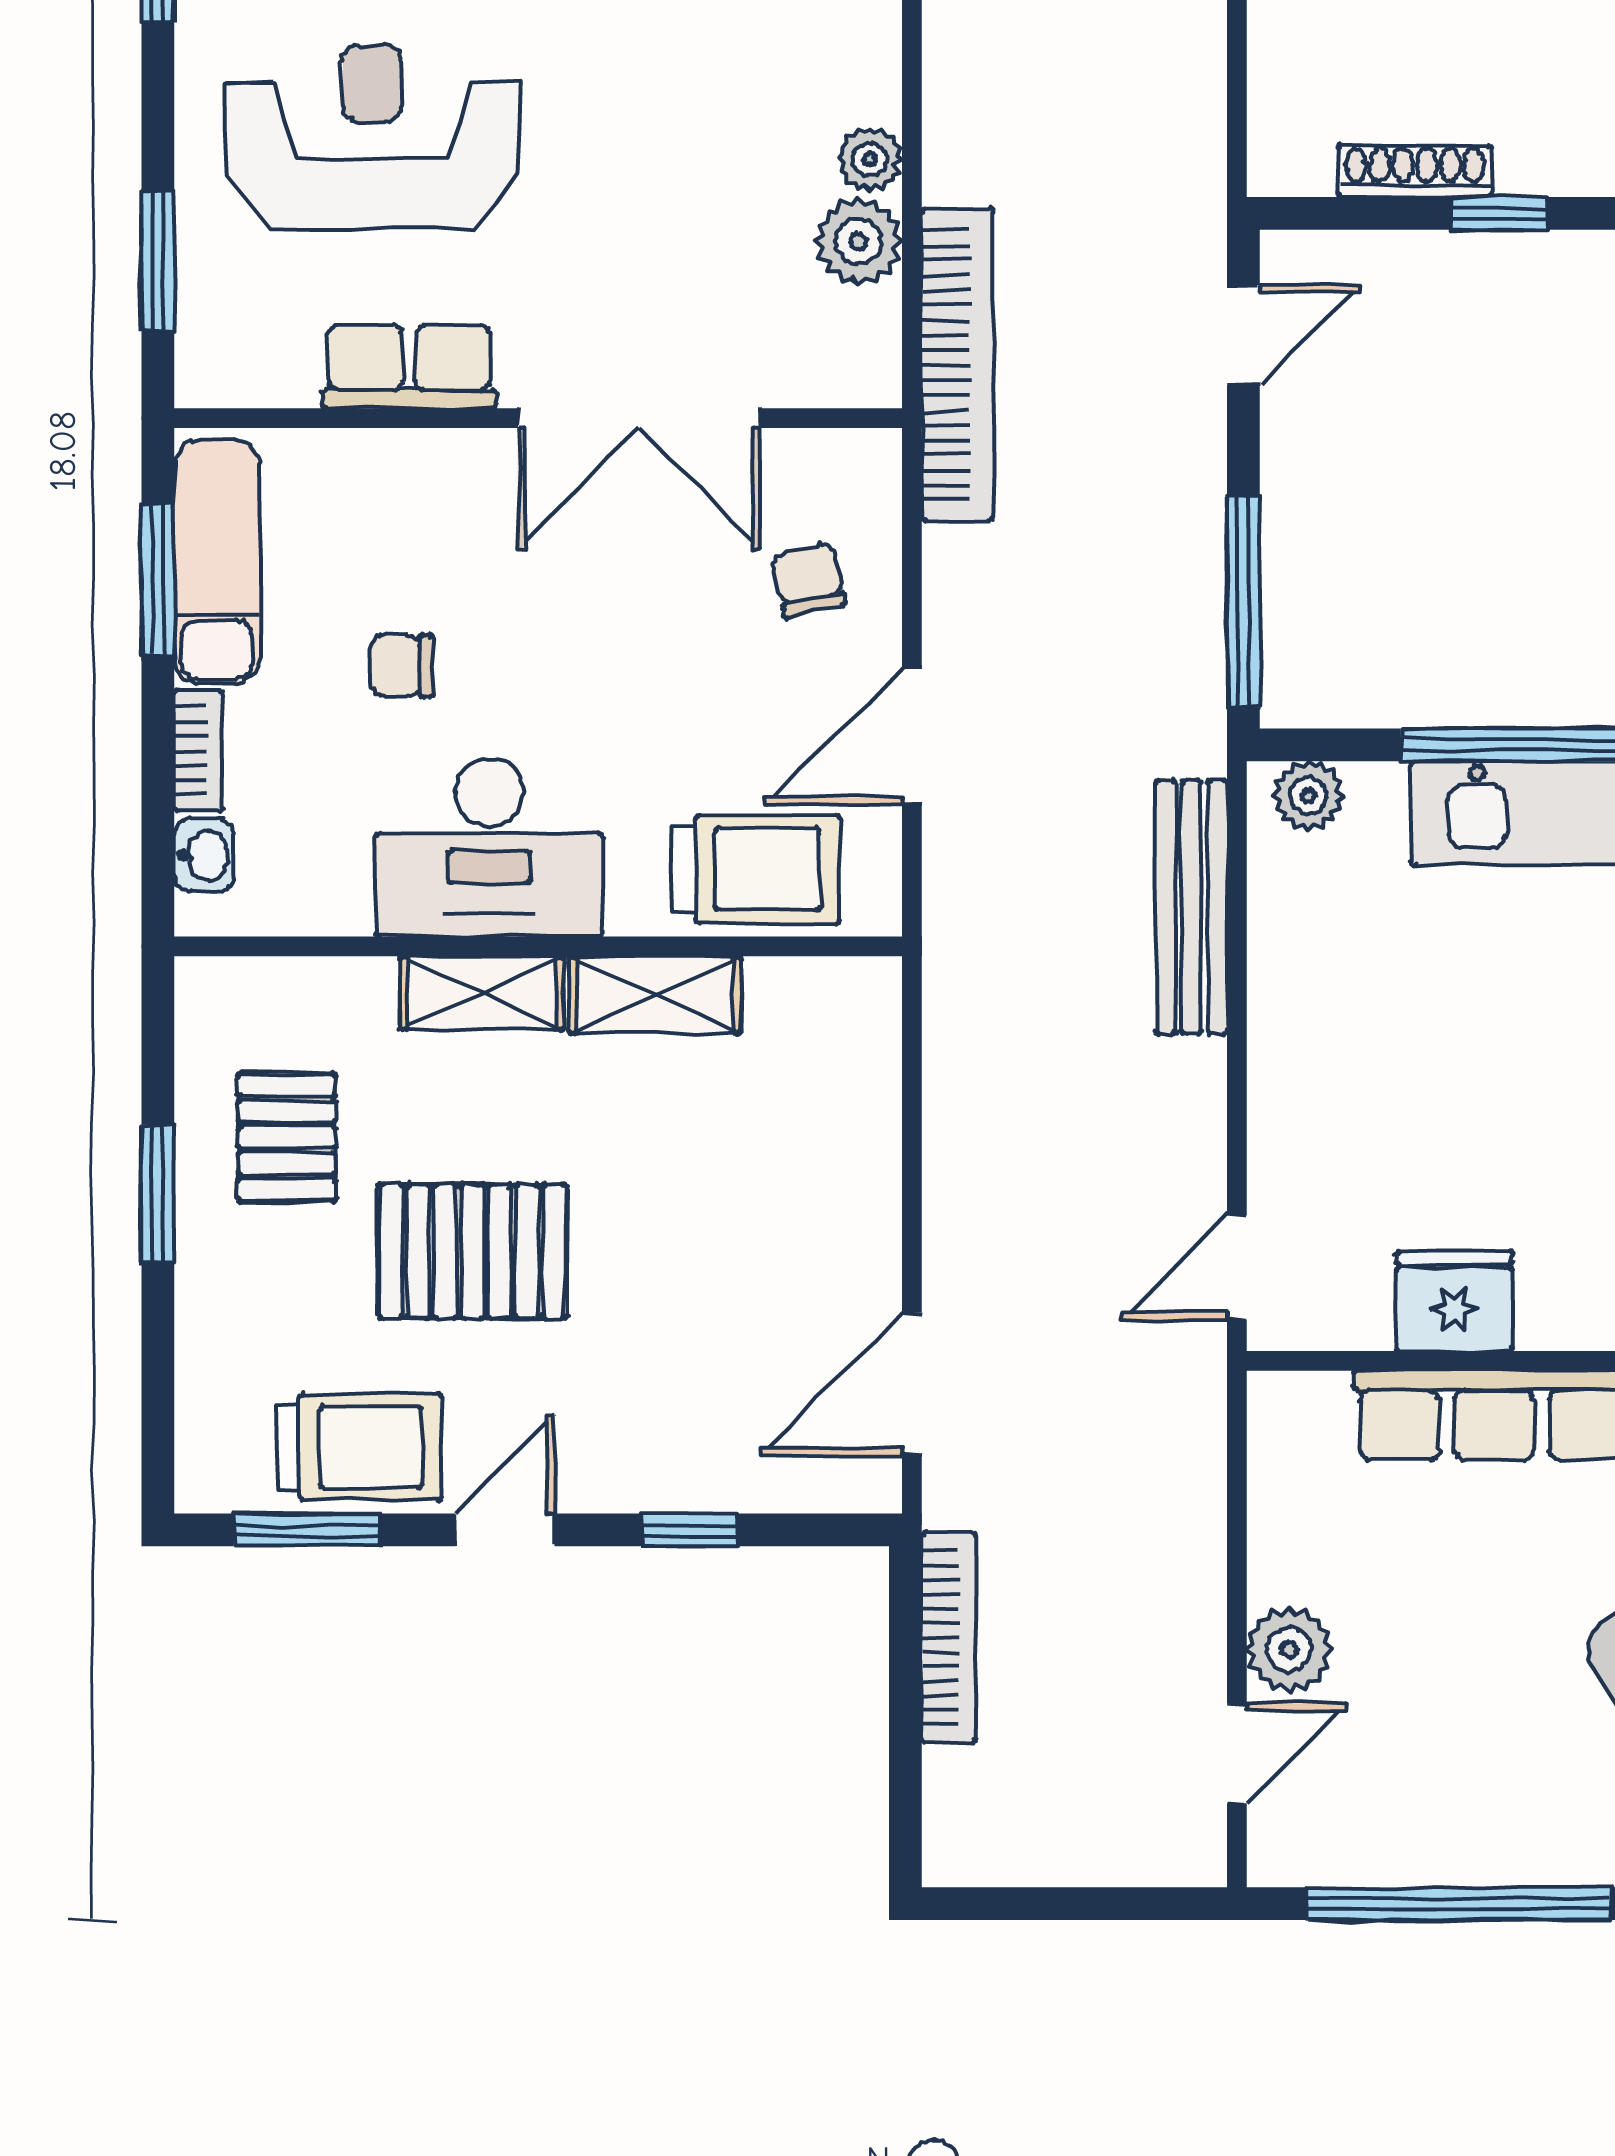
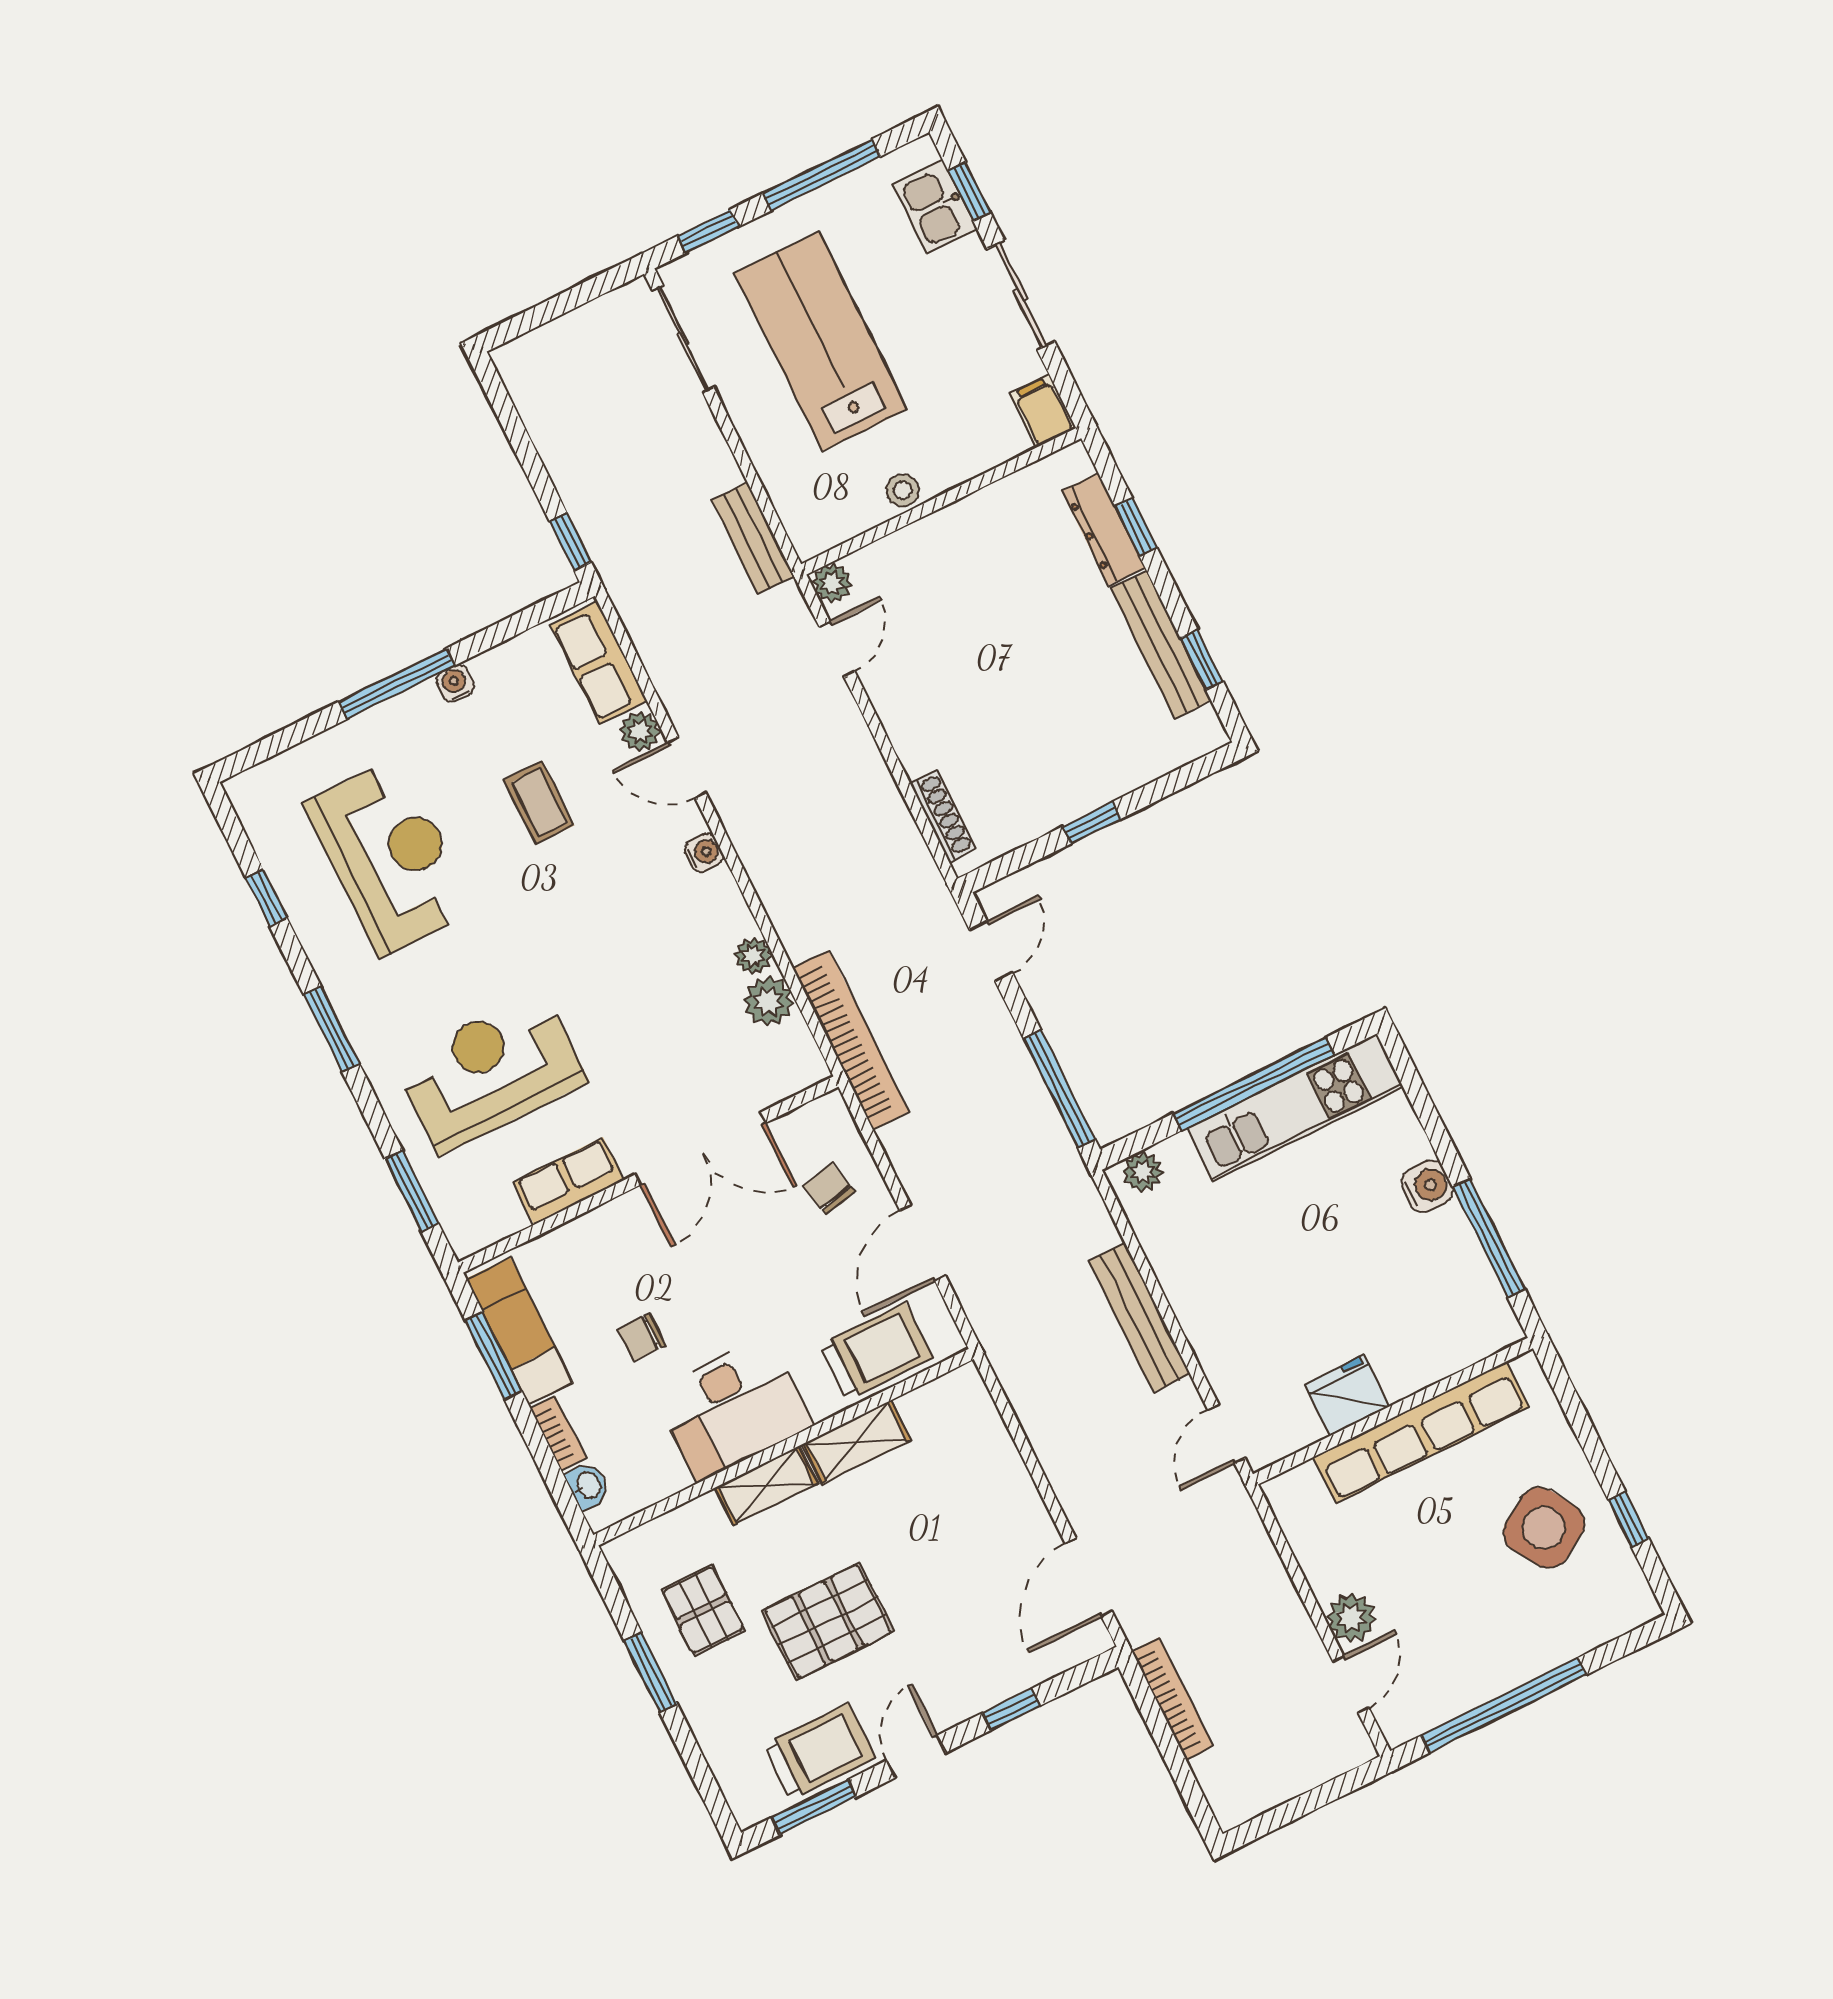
shoe rack: (1415, 171) -> (943, 816), moved, turned 90
bench: (1192, 907) -> (1139, 1317), moved

